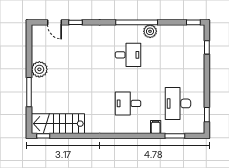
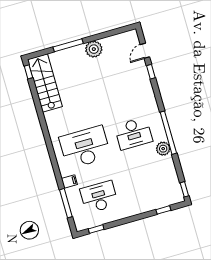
desk: (128, 55) -> (133, 133), width x1.37
desk: (128, 103) -> (85, 147), width x1.87, depth x1.30
window: (175, 136) -> (66, 203), width x1.44

